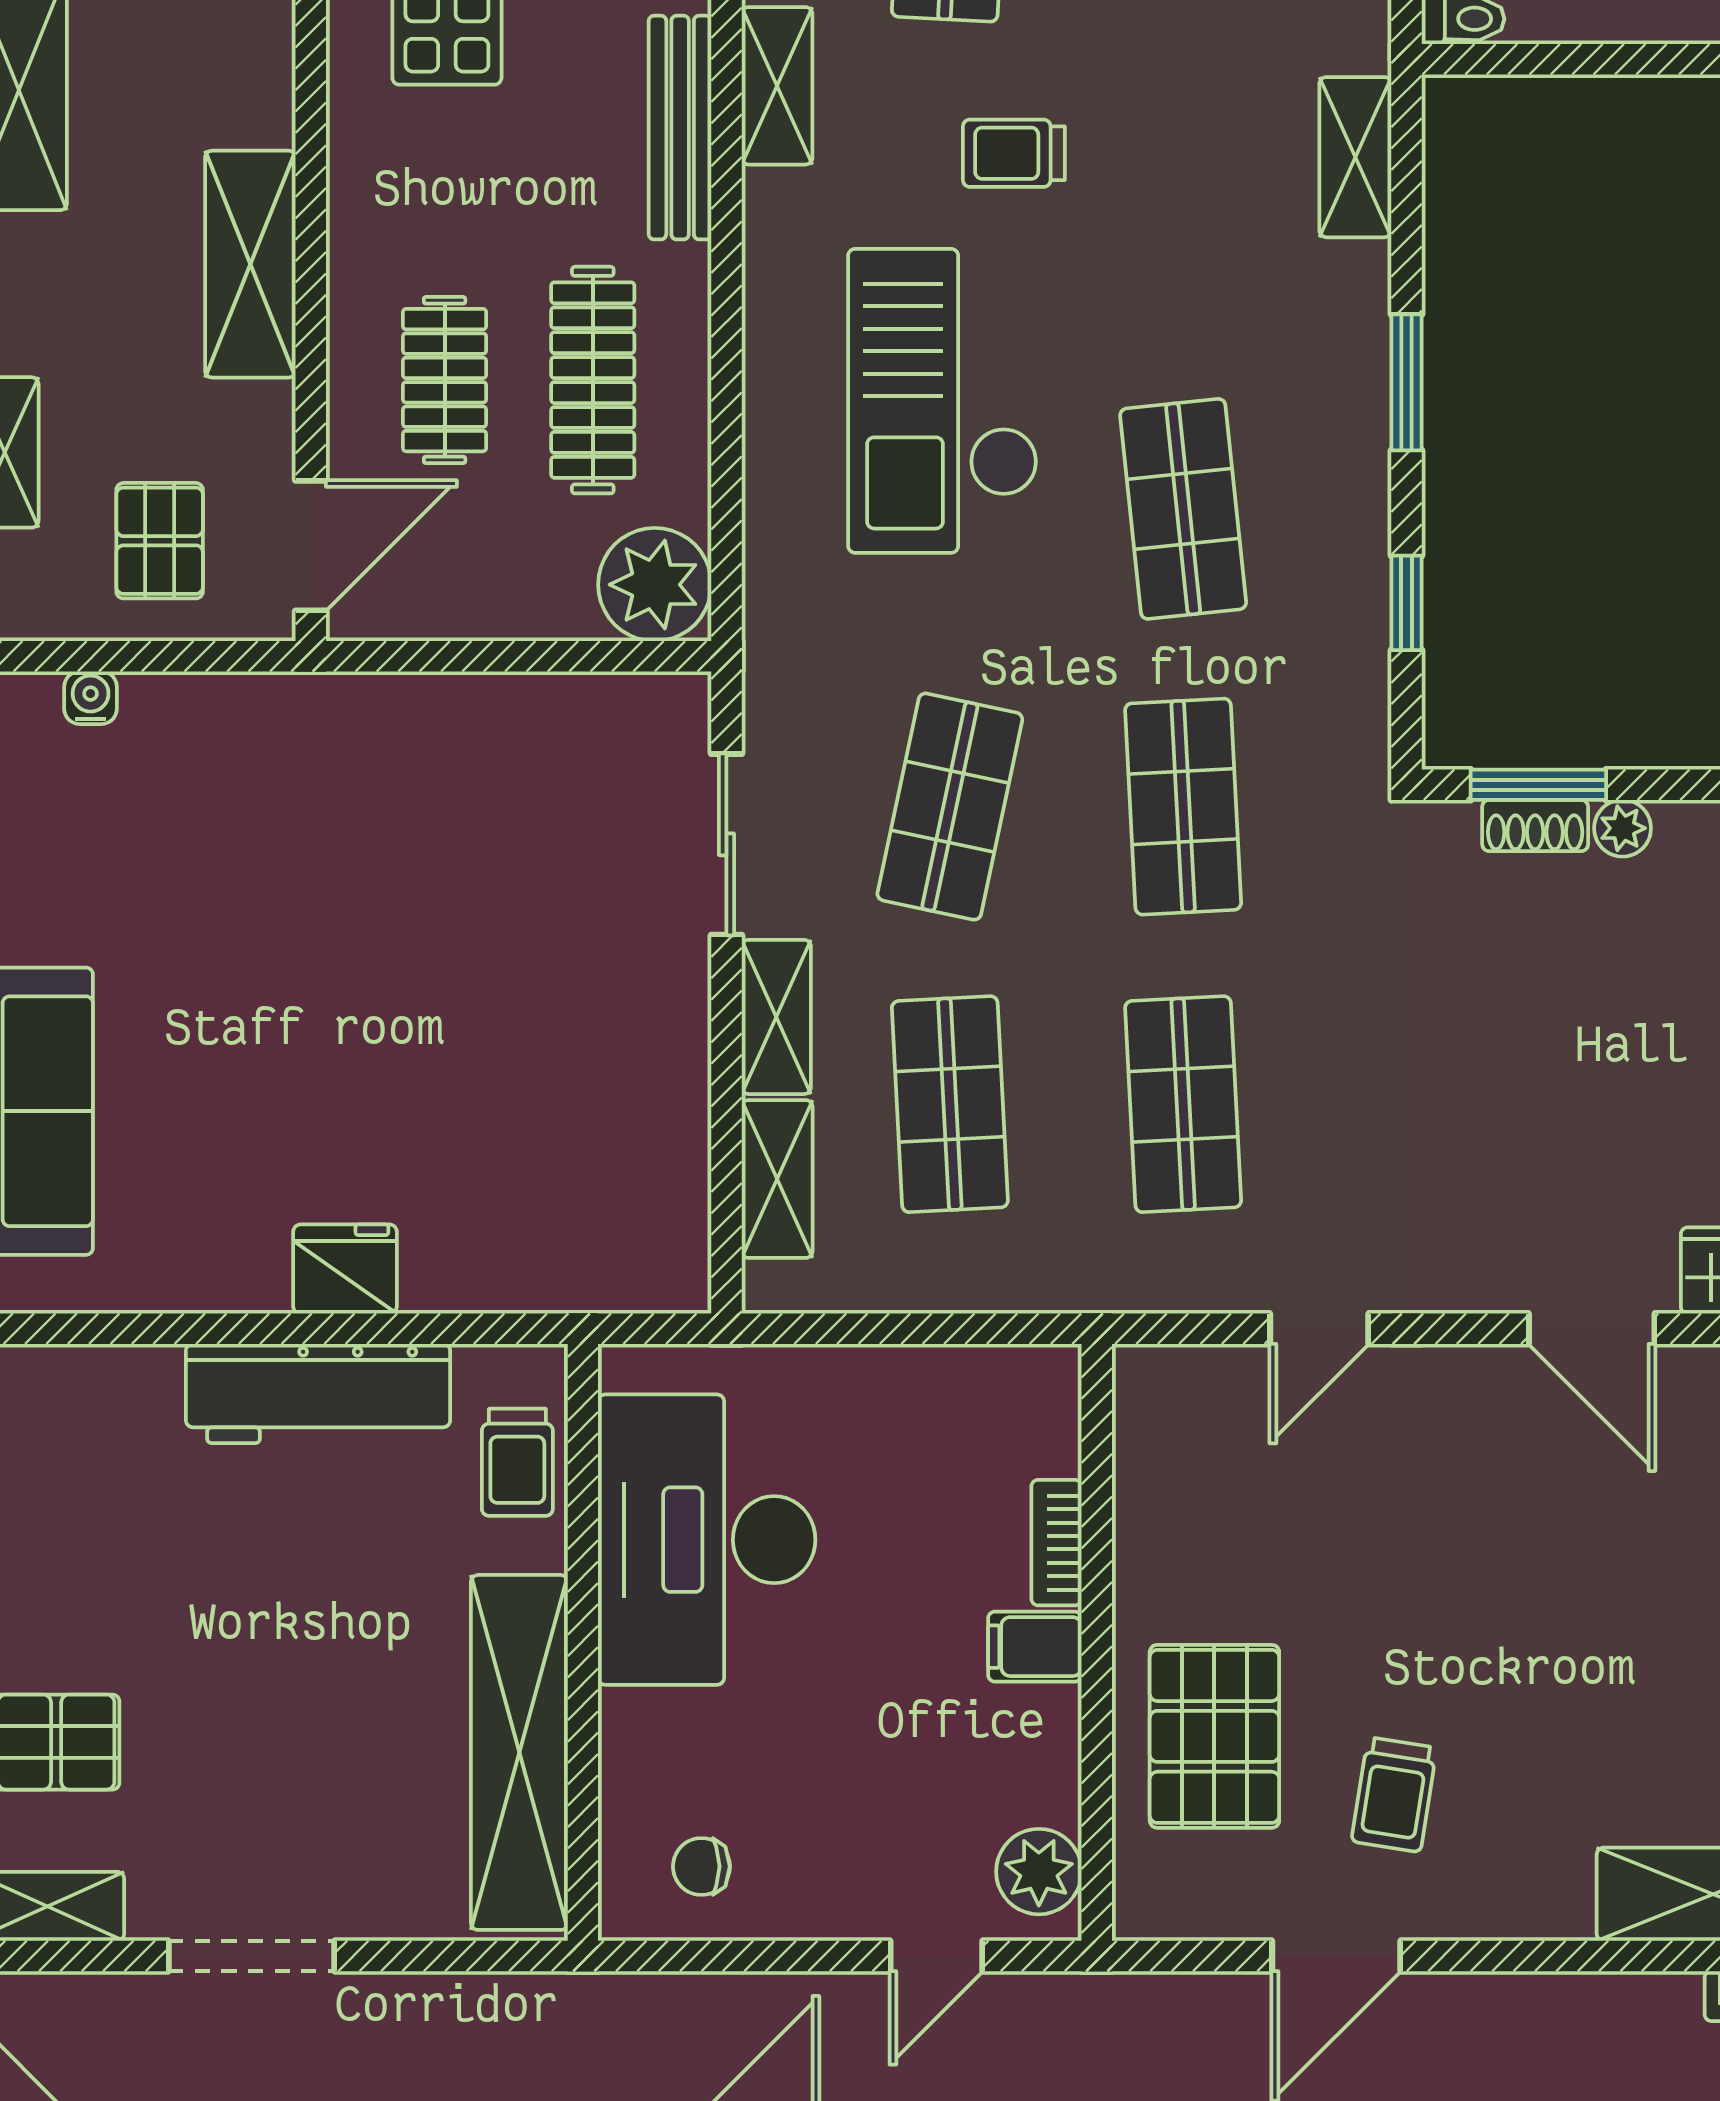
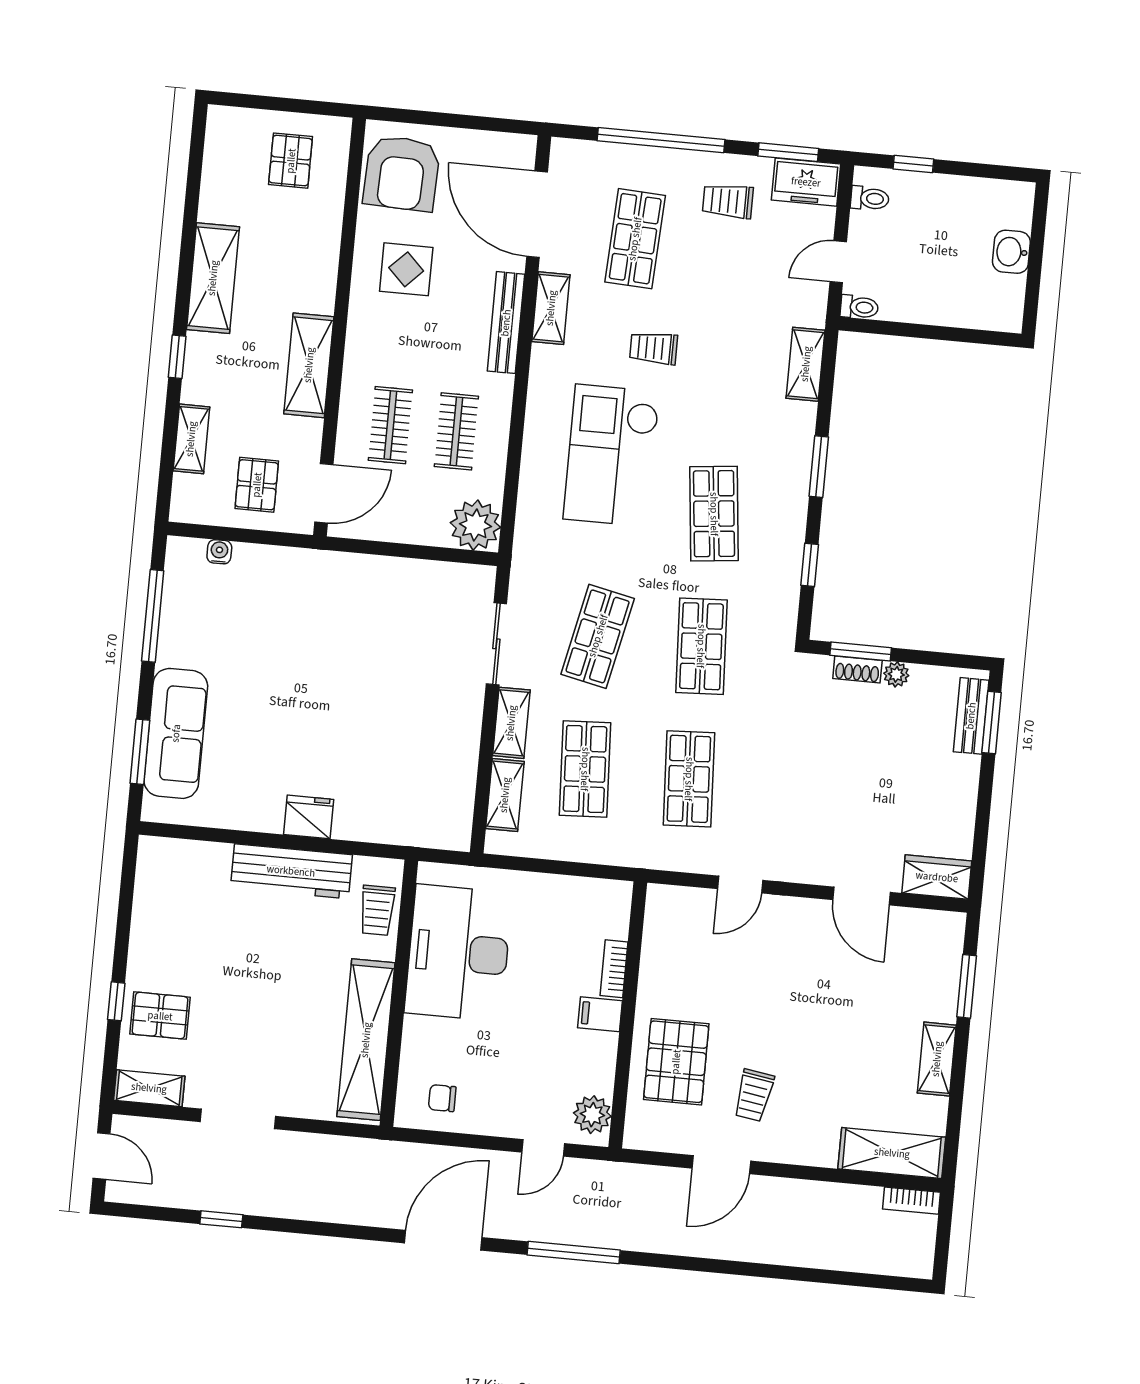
clothes rail: (593, 380) -> (456, 431), width x0.73

